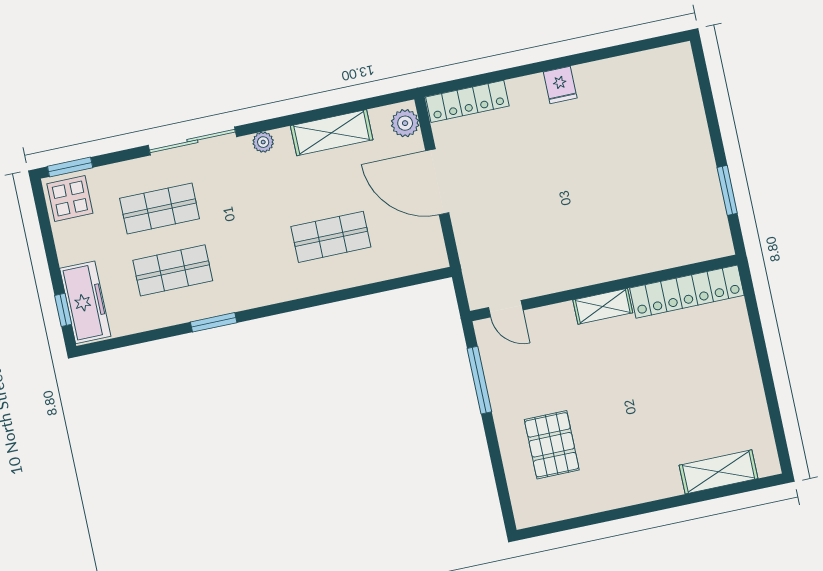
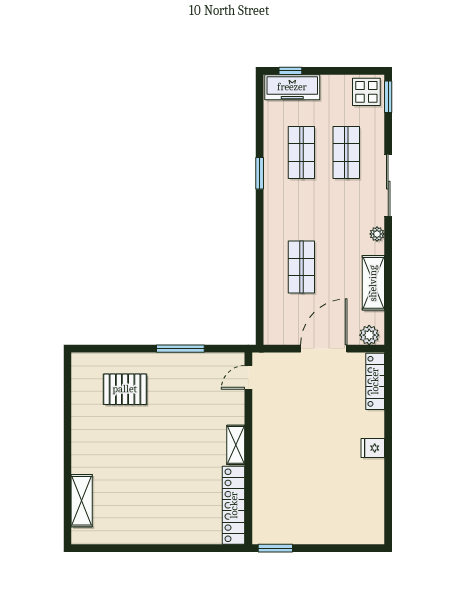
wall: (604, 288) -> (248, 448), moved
locker: (687, 292) -> (234, 505), moved
shelving: (603, 306) -> (236, 445), moved
door: (506, 309) -> (248, 377), moved

